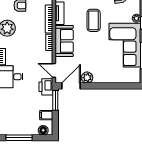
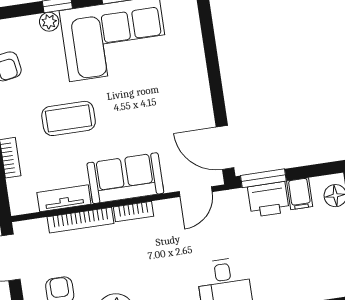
plant: (87, 78) -> (201, 114), removed
printer: (46, 87) -> (268, 199), moved

